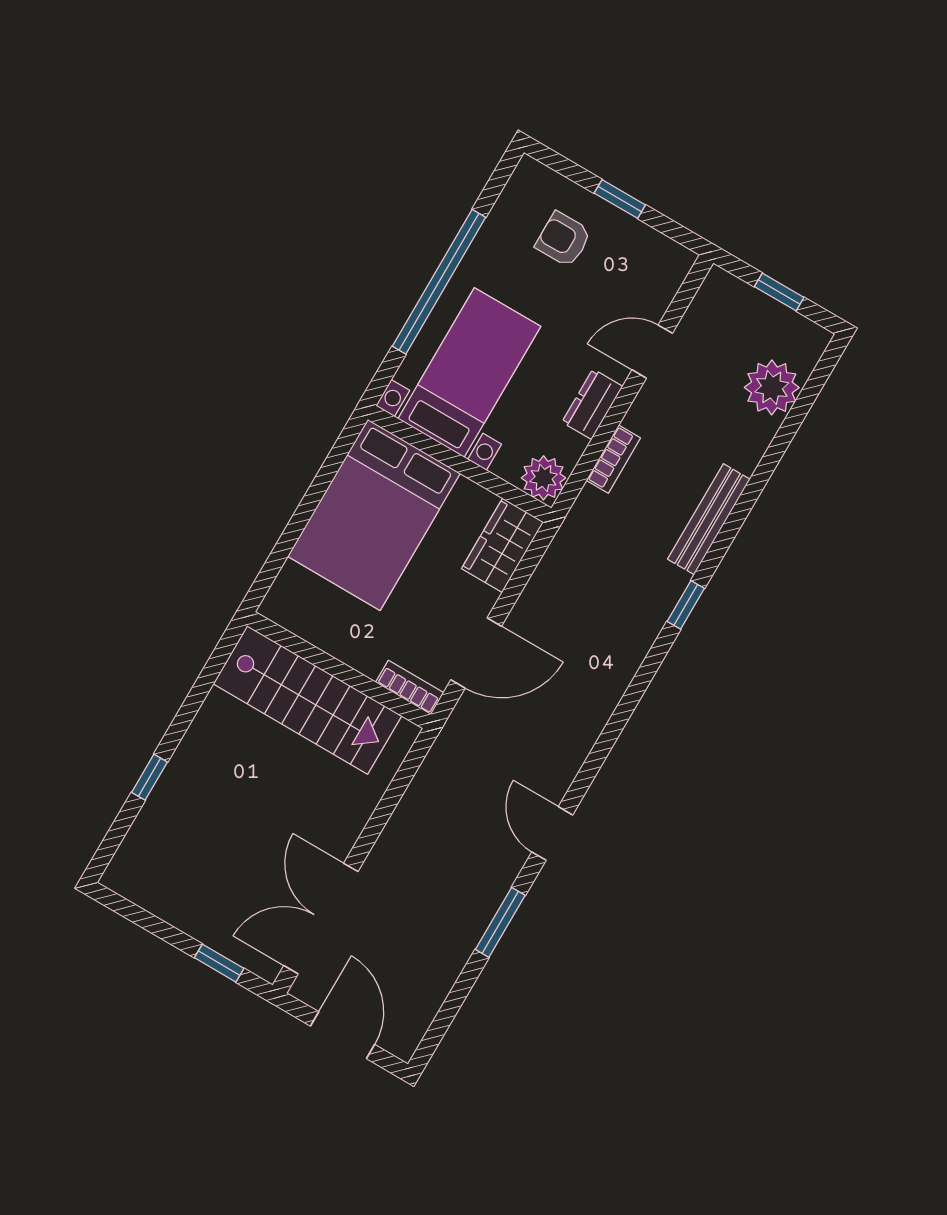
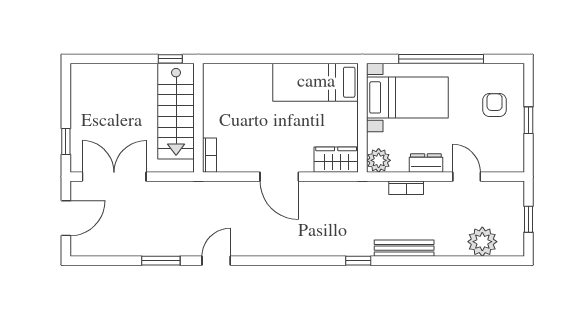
bed: (374, 515) -> (316, 82), width x0.67
wall: (339, 670) -> (198, 118), moved
bookcase: (410, 687) -> (209, 155), moved
stairs: (307, 700) -> (176, 111), moved
window: (149, 777) -> (170, 59), moved

